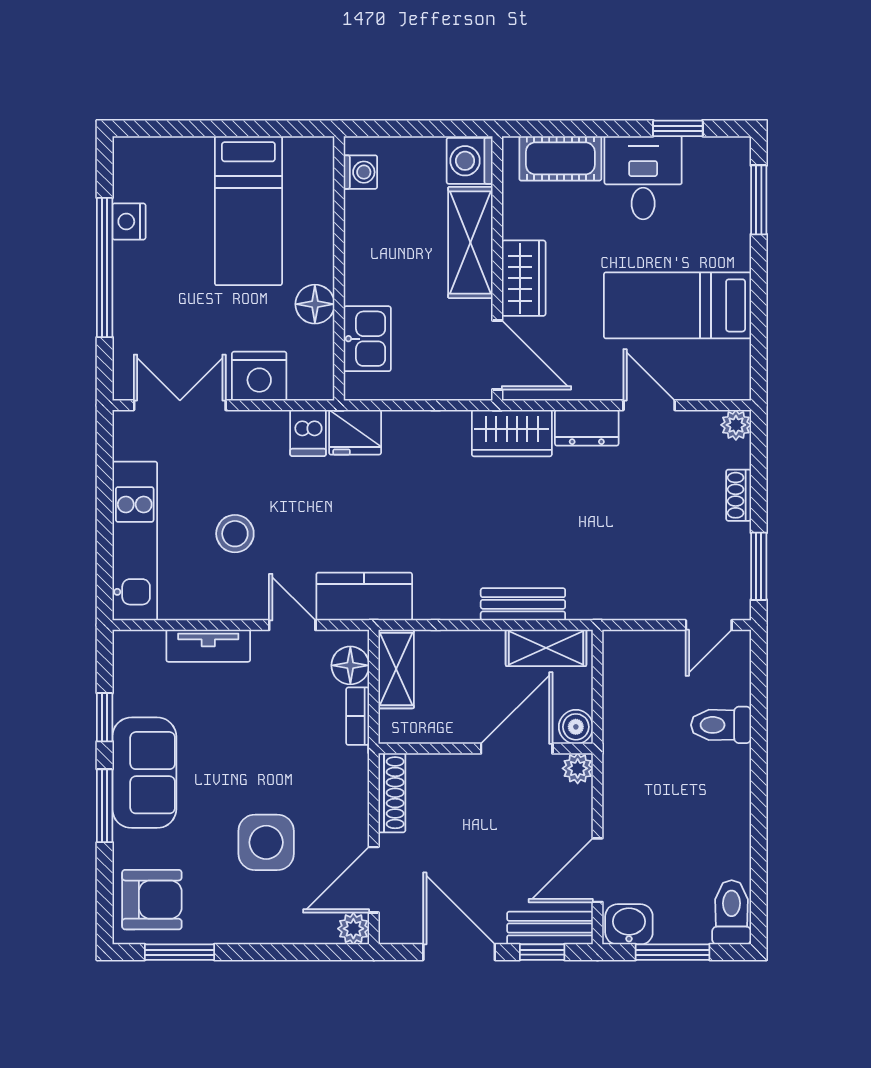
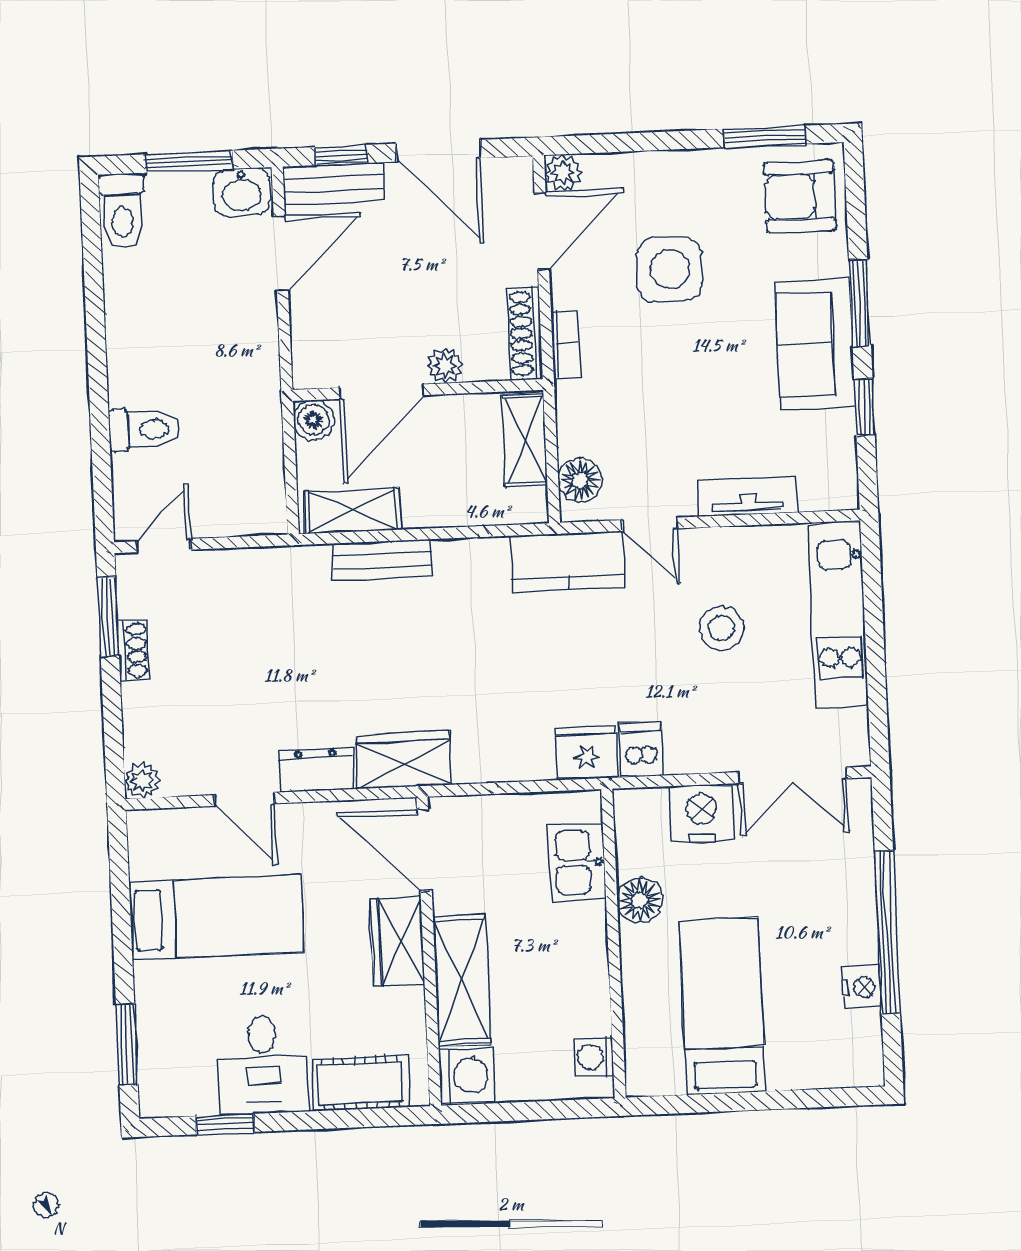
shoe rack: (739, 495) -> (133, 650), moved
shelving: (396, 669) -> (525, 440), moved
bookcase: (358, 716) -> (566, 344), moved
plant: (578, 768) -> (445, 365), moved

